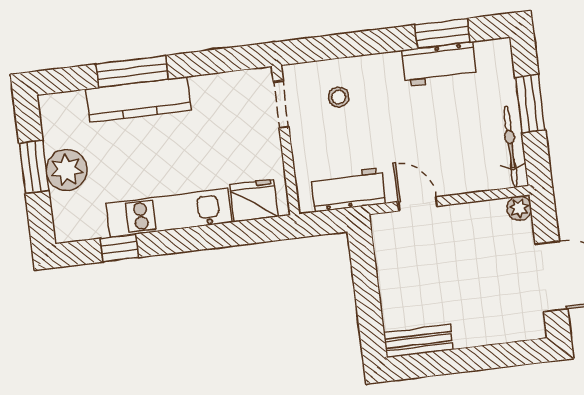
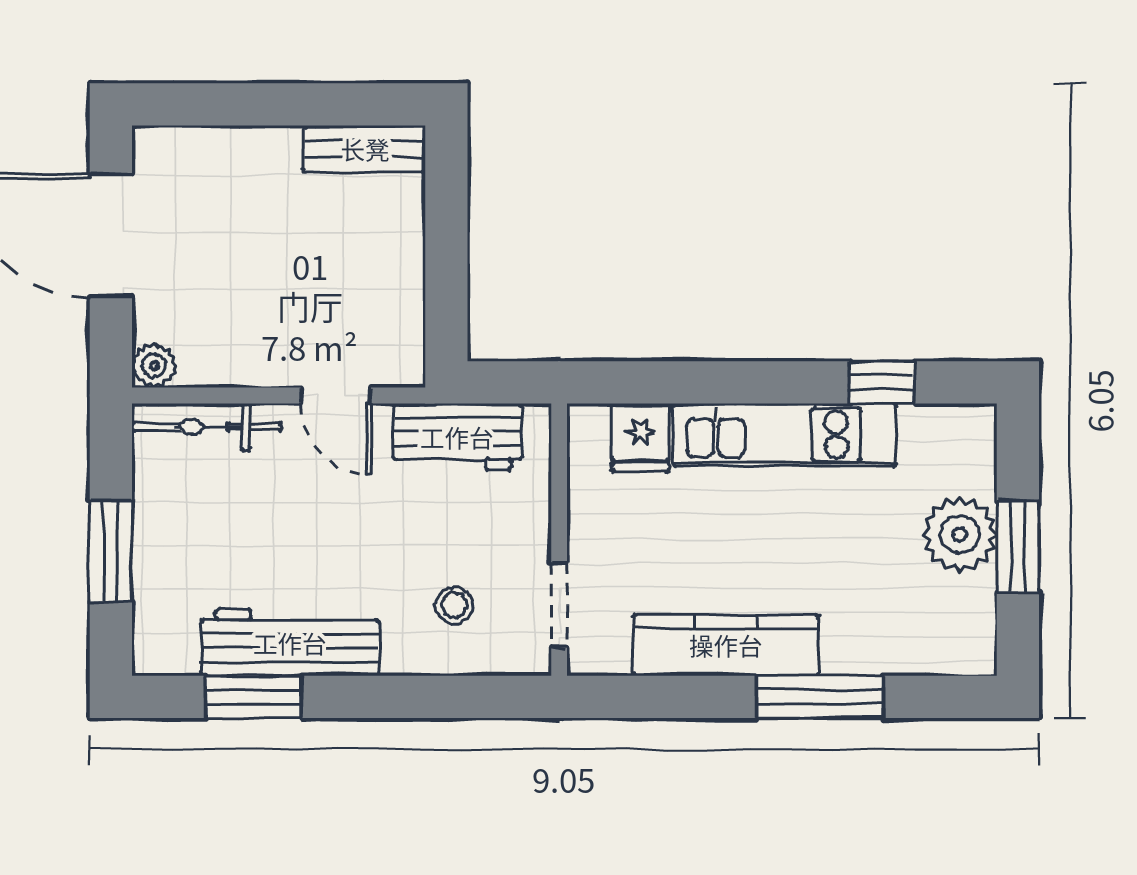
workbench: (439, 64) -> (290, 643), width x1.37
kitchen counter: (138, 100) -> (726, 645), moved
bicycle: (511, 147) -> (206, 427), moved, turned 90
fridge: (254, 201) -> (640, 438), width x0.72

